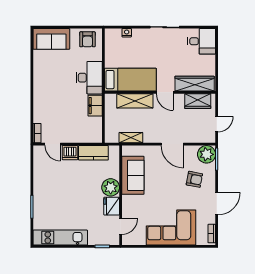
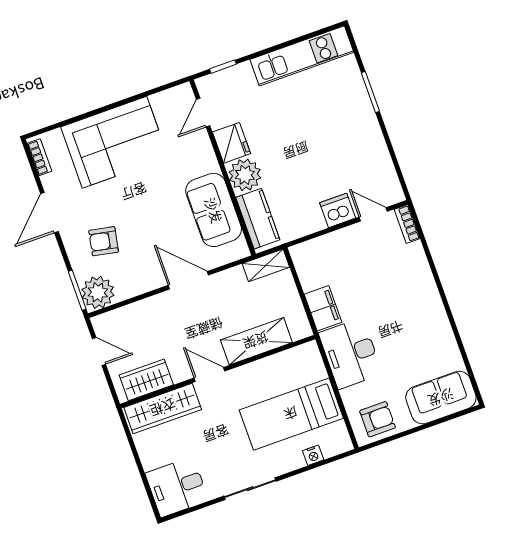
armchair: (87, 39) -> (378, 419), turned 90
bed: (130, 80) -> (291, 414), moved
door: (217, 124) -> (99, 352), swing flipped
shelving: (131, 138) -> (266, 265), moved
door: (172, 144) -> (188, 280), moved
kitchen counter: (93, 153) -> (258, 219), moved, turned 90

